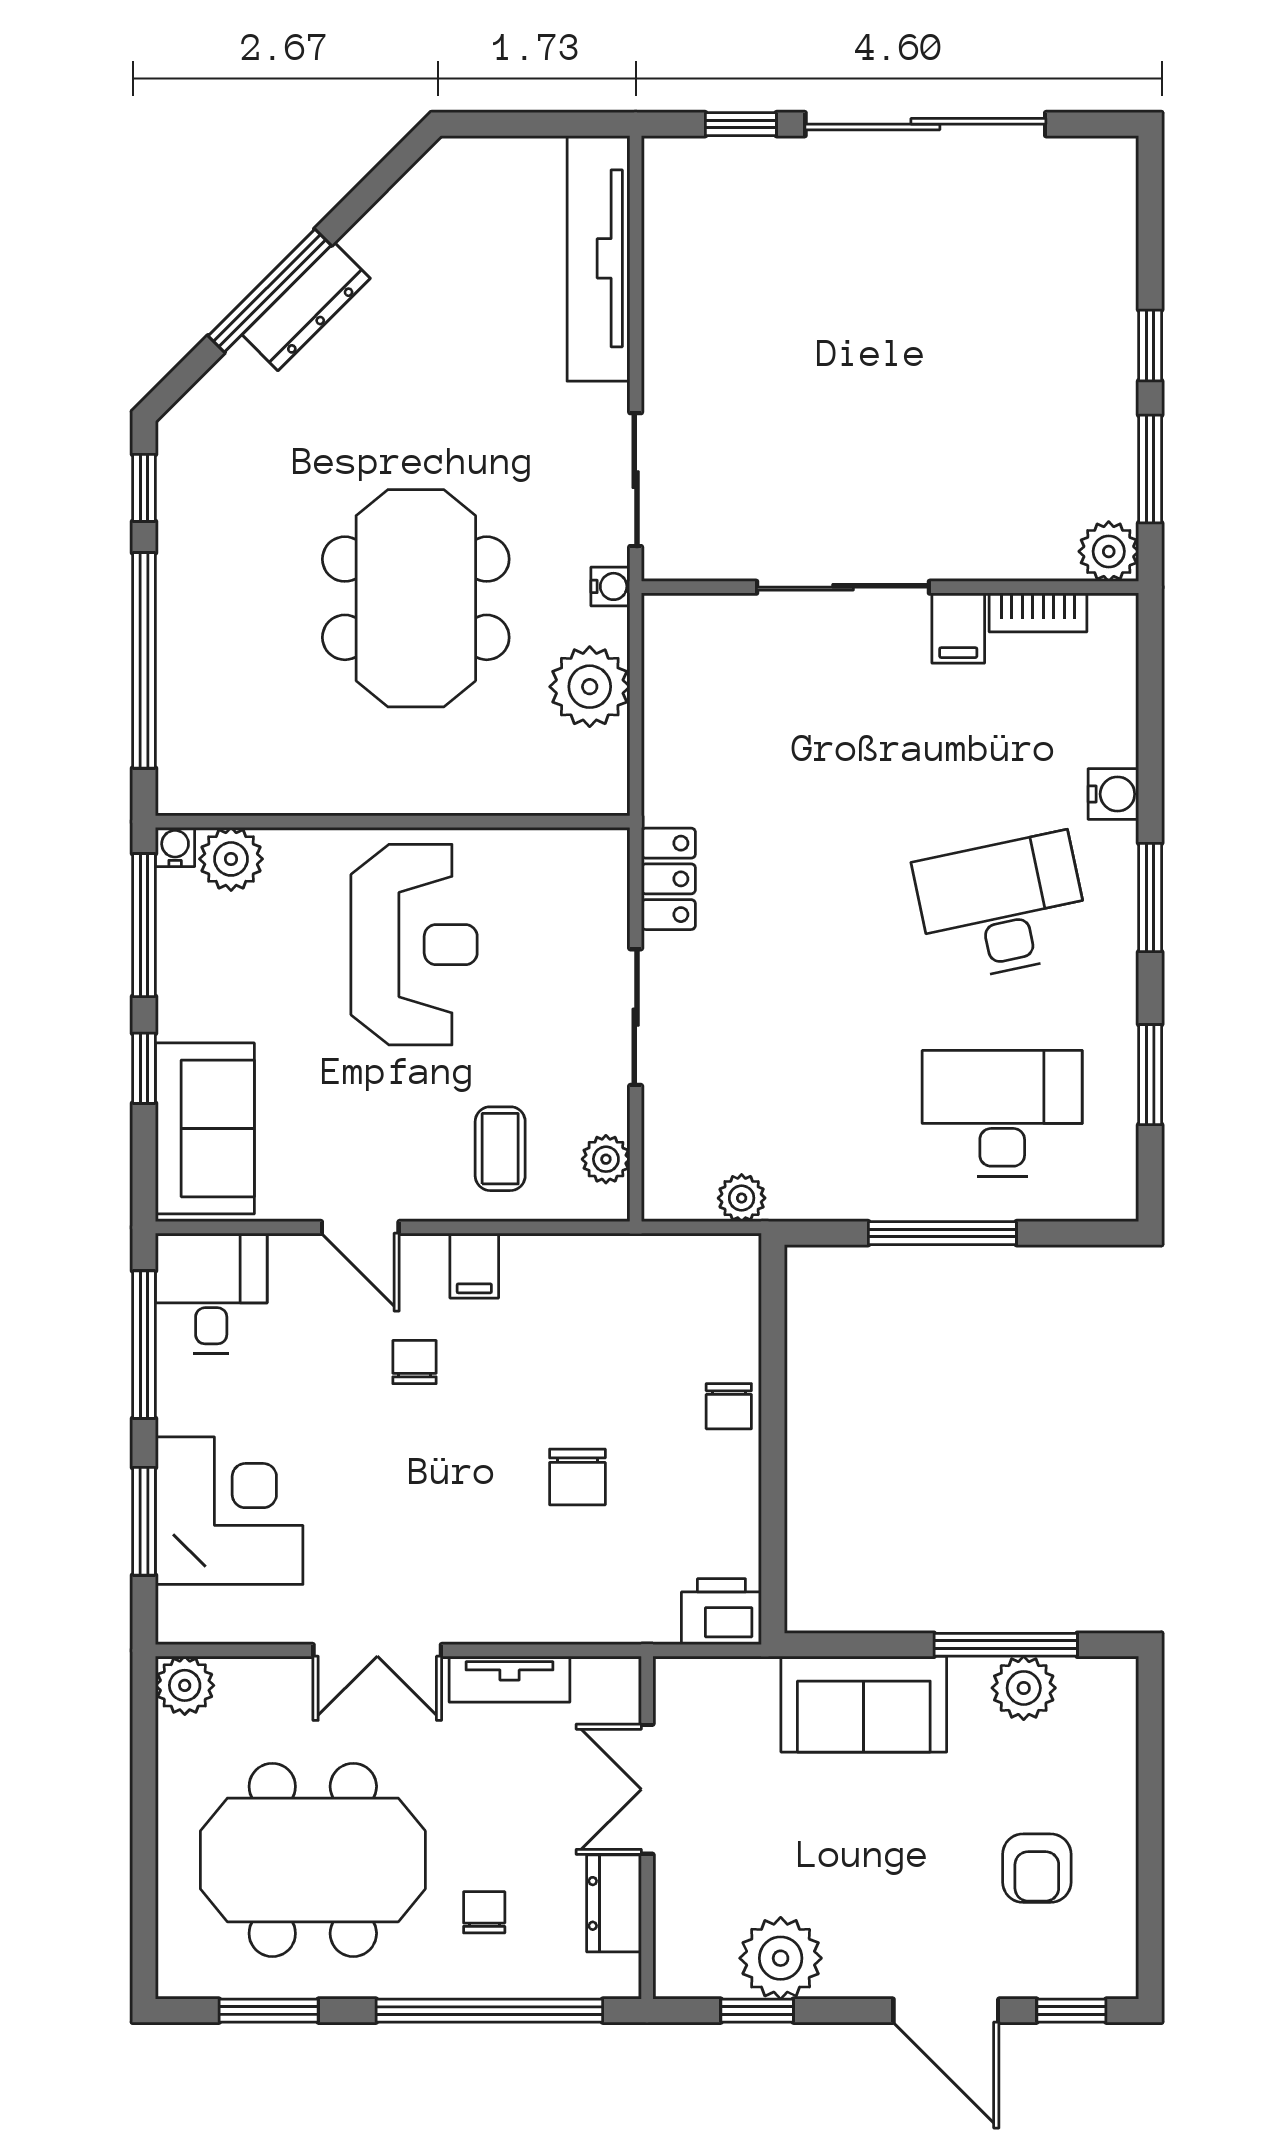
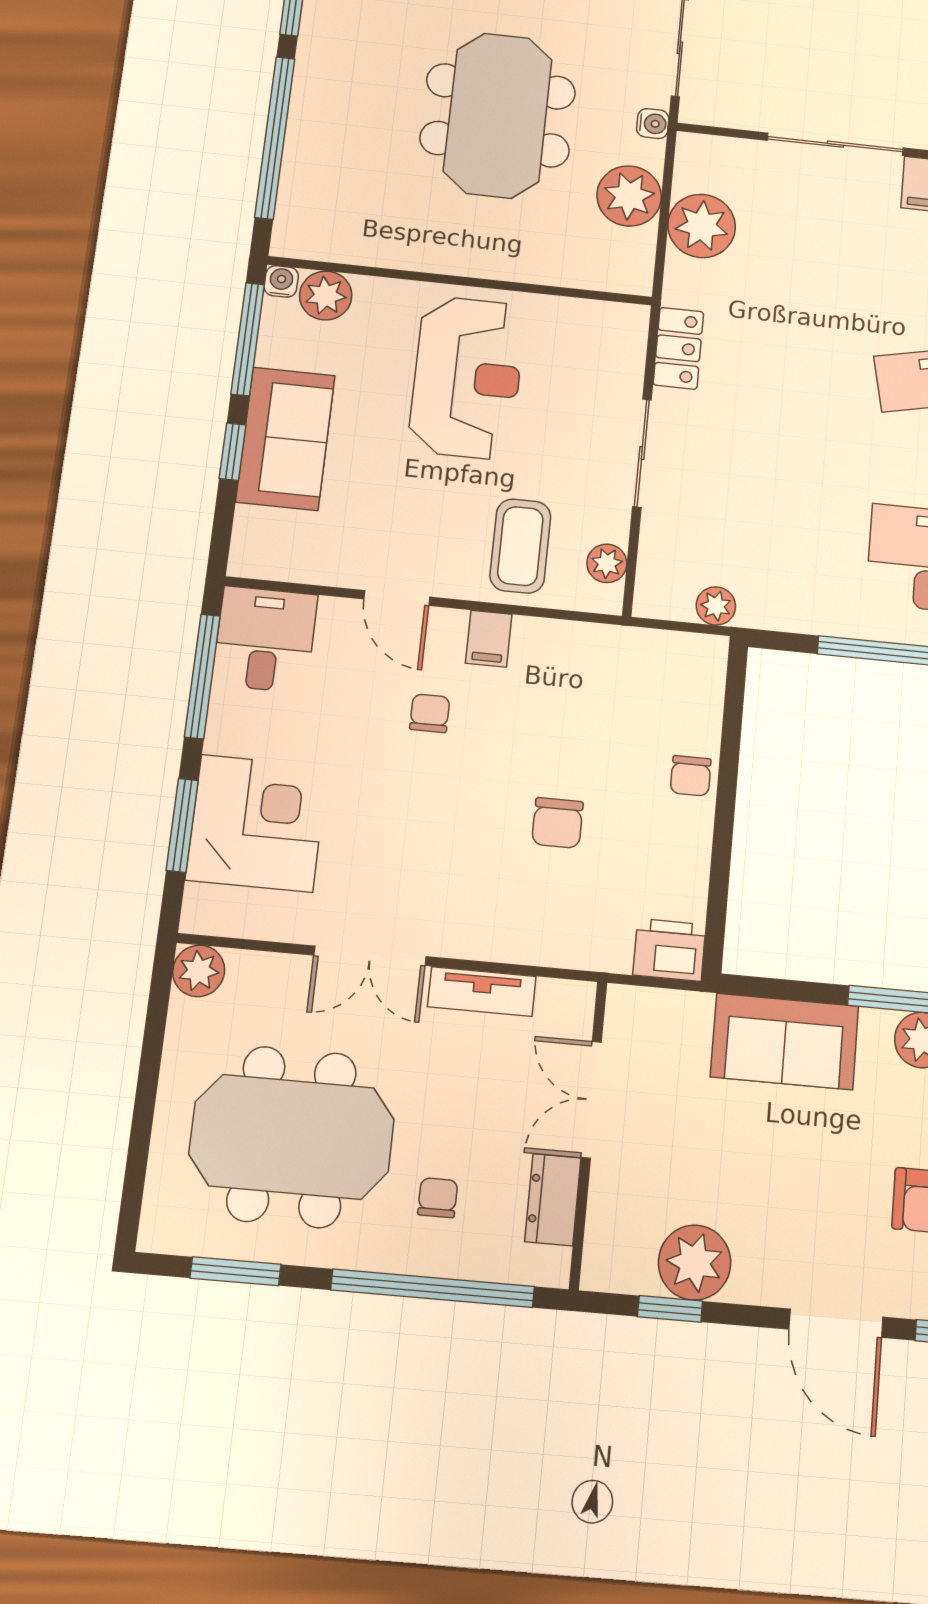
plant: (684, 716) -> (702, 226), added
sofa: (205, 1128) -> (285, 439), moved
coffee table: (500, 1149) -> (520, 546), width x1.36, depth x1.30

